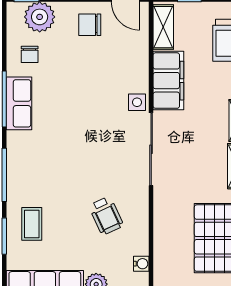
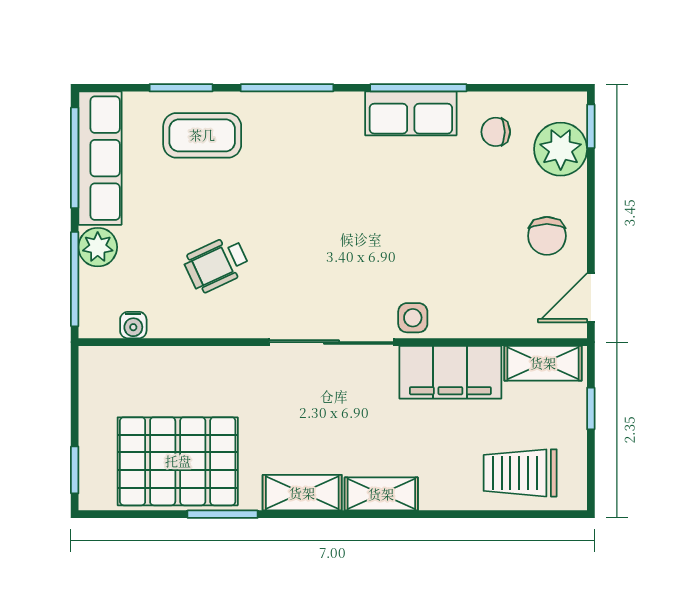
chair: (90, 25) -> (547, 236), turned 180
coffee table: (32, 224) -> (202, 135), width x1.36, depth x1.30

